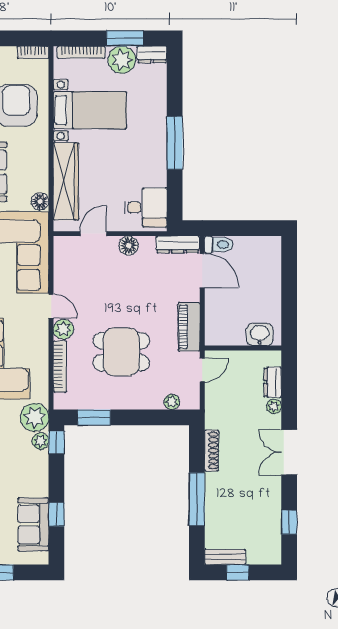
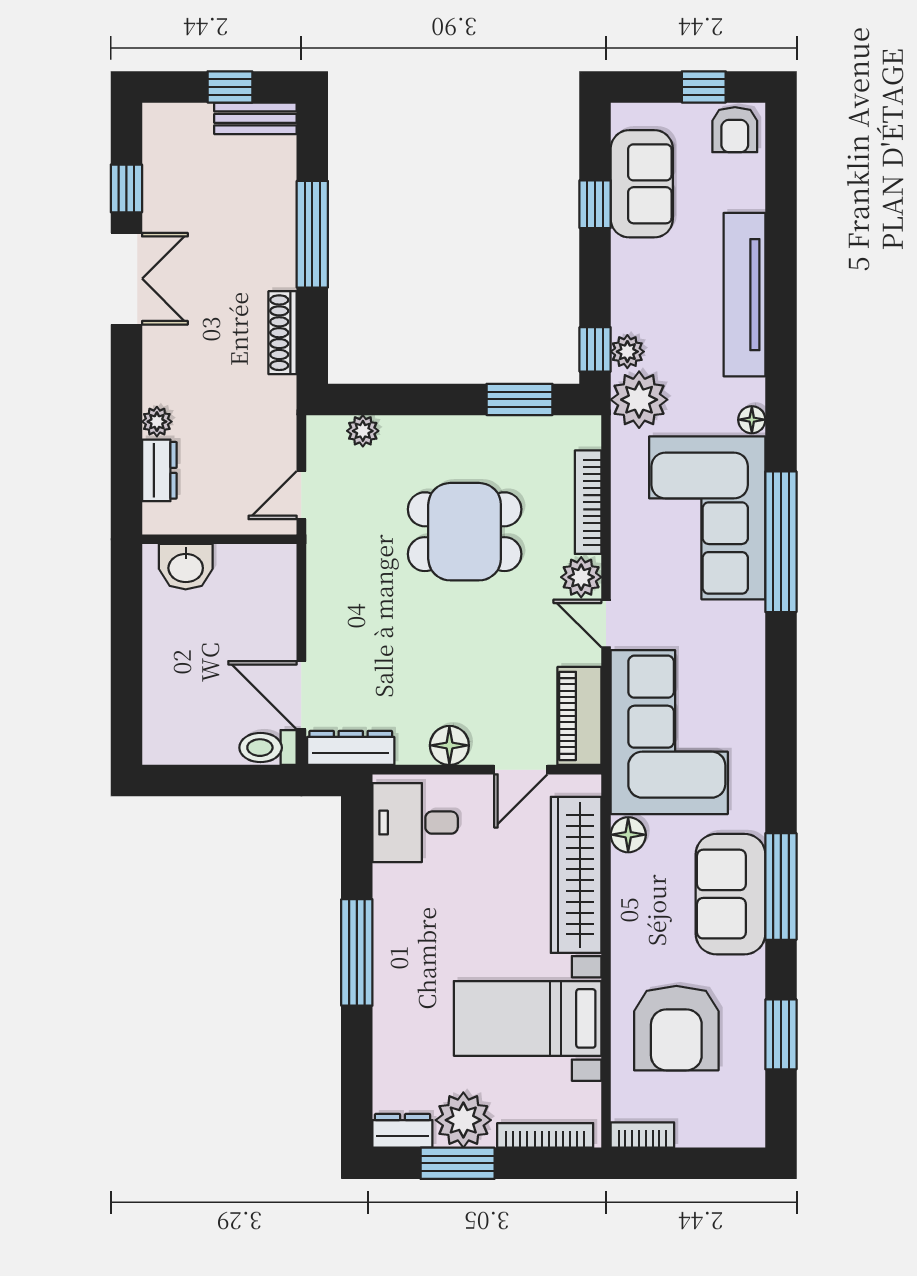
piano: (189, 327) -> (579, 716), moved, turned 180
double door: (289, 452) -> (126, 279), moved

